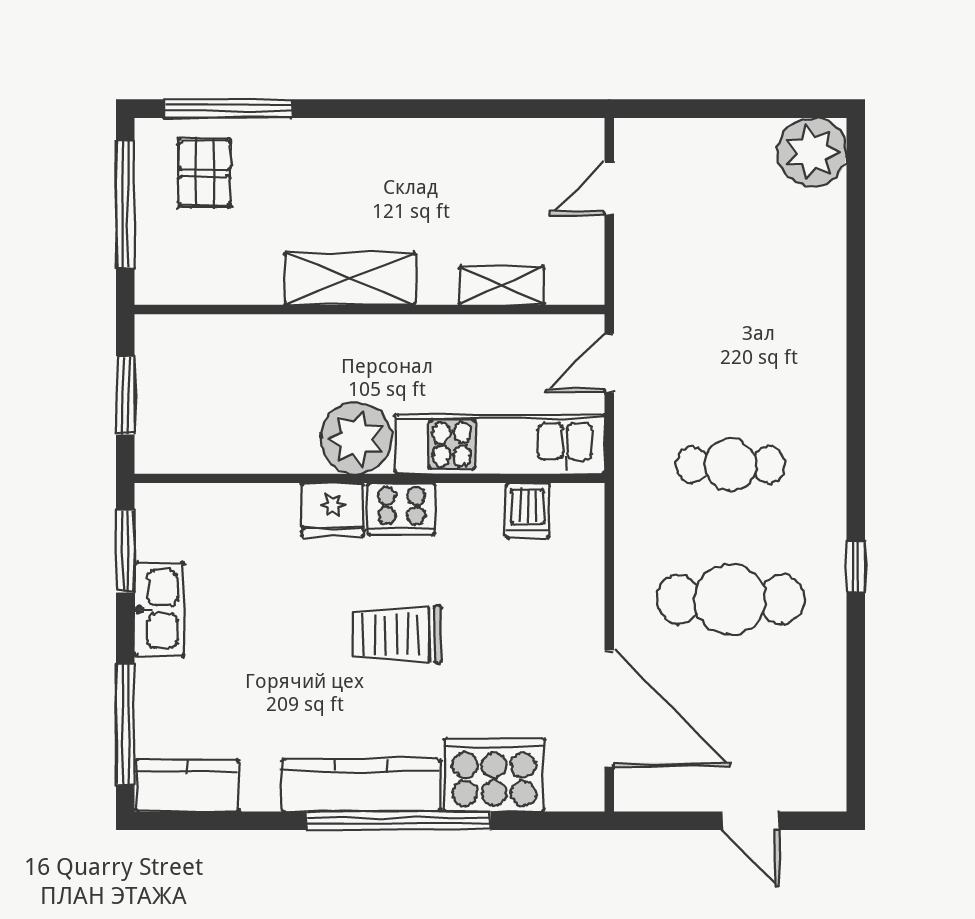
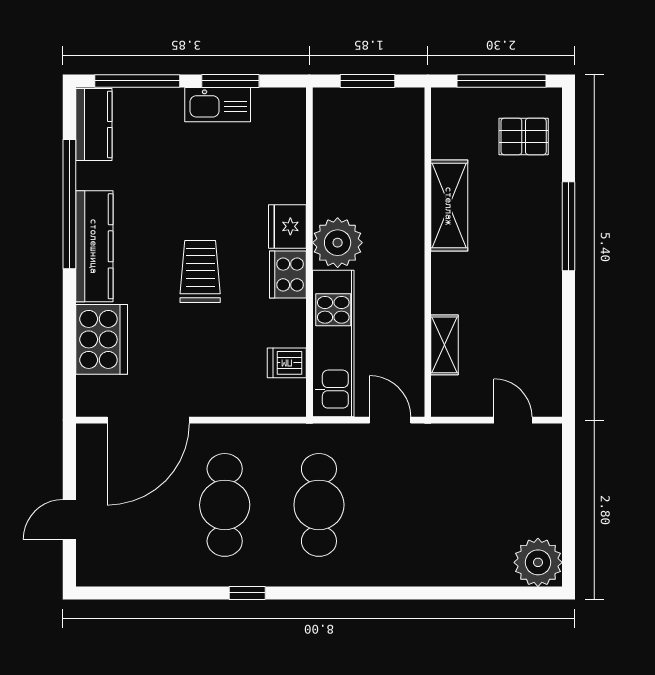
window: (228, 109) -> (569, 226), moved
shelving: (350, 279) -> (449, 206), moved
cafe table: (730, 465) -> (319, 505), width x1.37, depth x1.35
window: (125, 551) -> (230, 81), moved
window: (398, 821) -> (69, 204), moved

